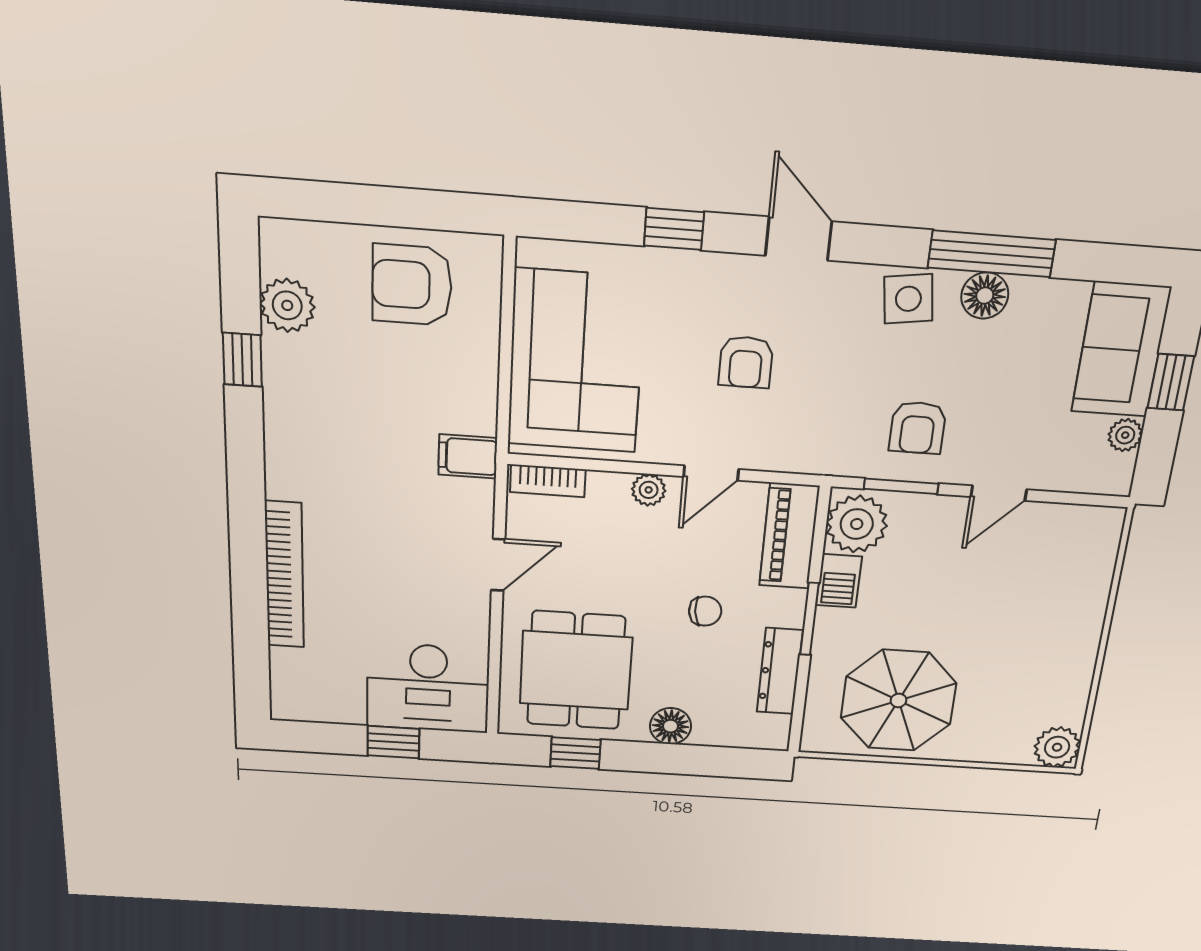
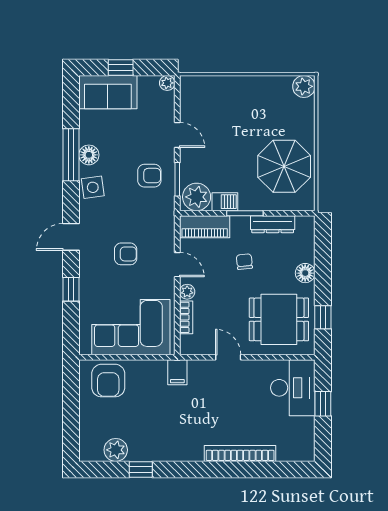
armchair: (412, 285) -> (108, 381), moved
plant: (1125, 435) -> (167, 83), moved
bookcase: (548, 481) -> (186, 317), moved

